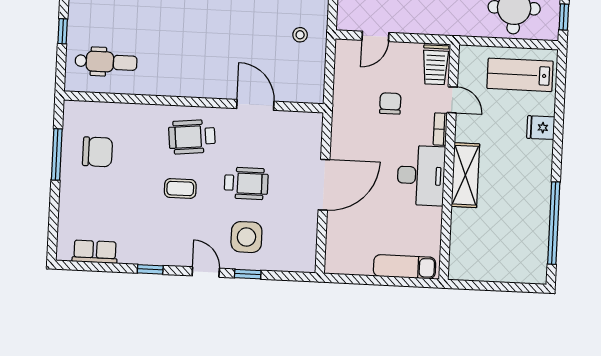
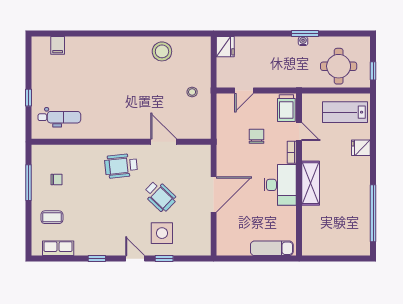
chair: (98, 152) -> (57, 179), width x0.54, depth x0.54
wheelchair: (246, 183) -> (160, 196), turned 44
coffee table: (180, 189) -> (52, 217), moved

